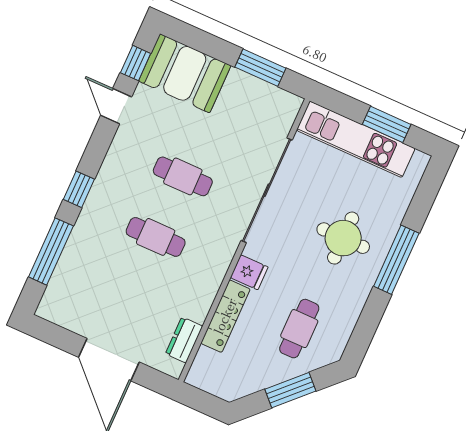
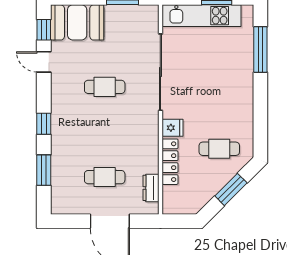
cafe table: (156, 237) -> (105, 177), moved
round table: (343, 238) -> (221, 80), removed
window: (51, 251) -> (44, 170), width x0.69
window: (396, 260) -> (260, 49), moved
cafe table: (299, 329) -> (219, 149), turned 90

